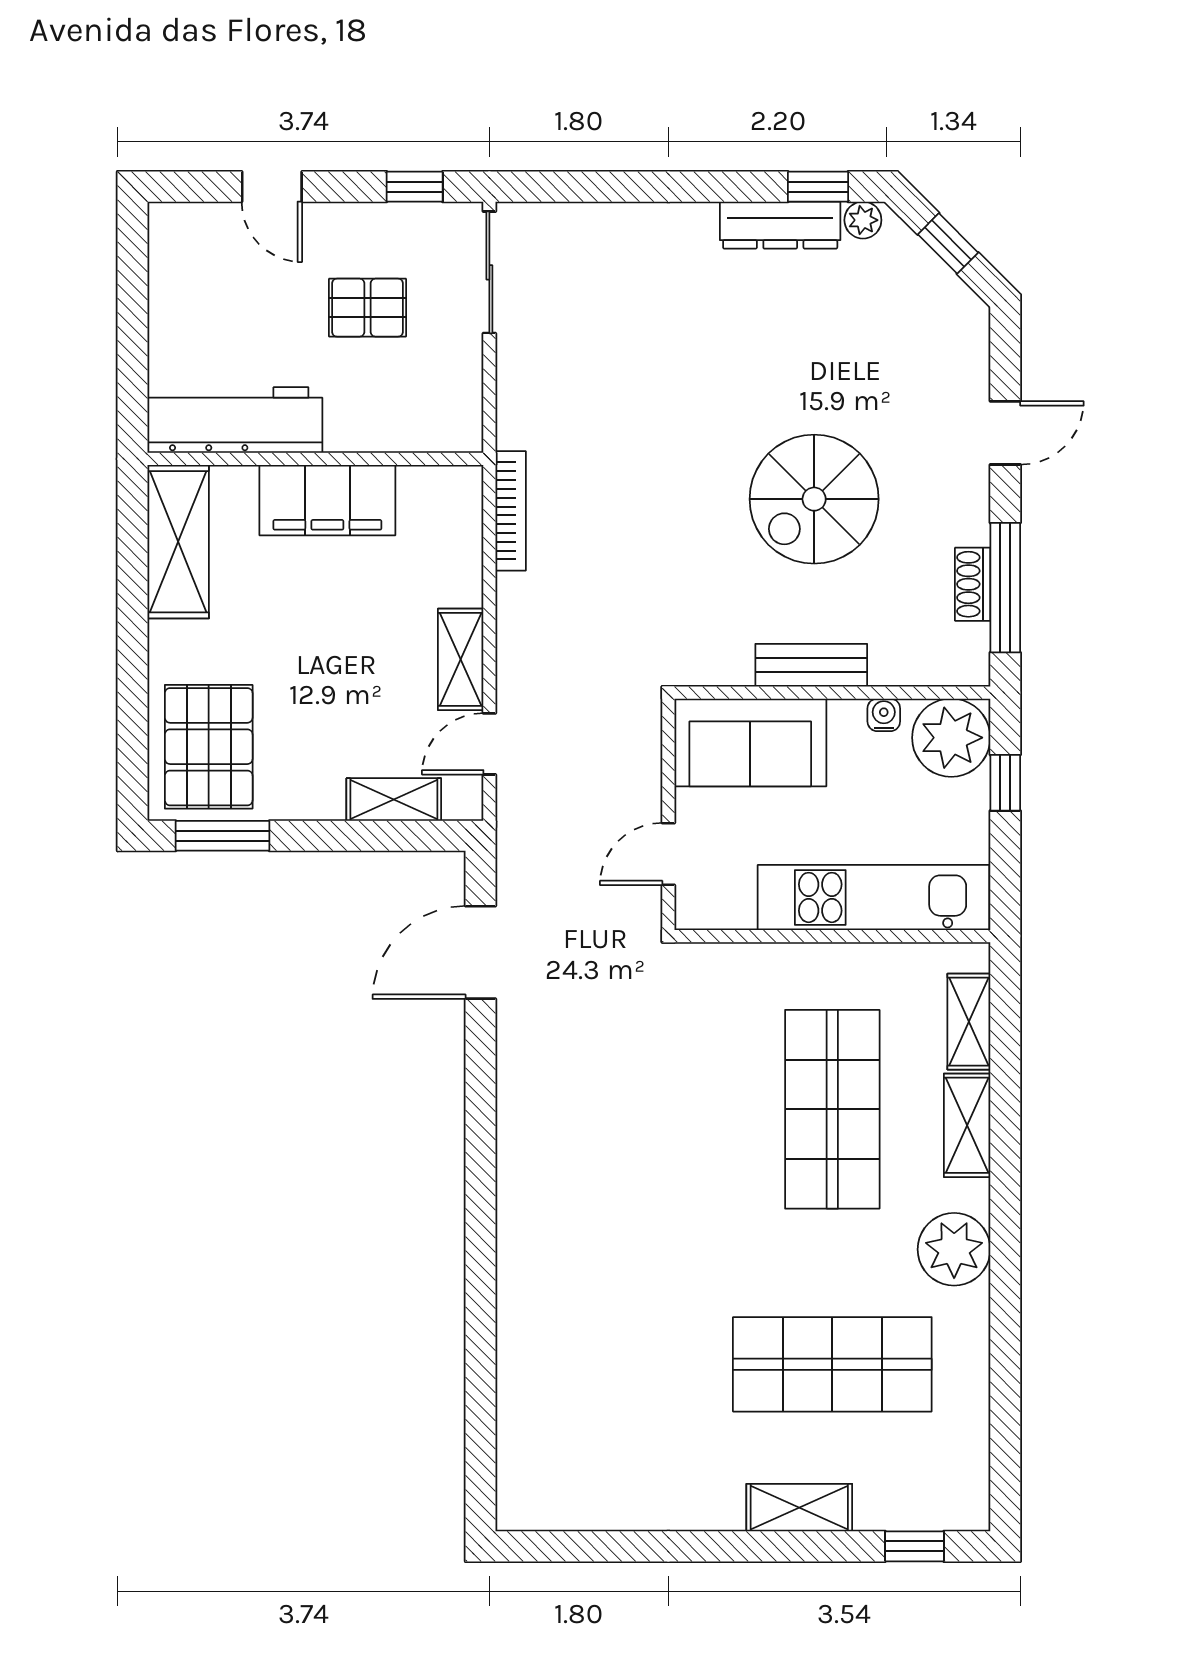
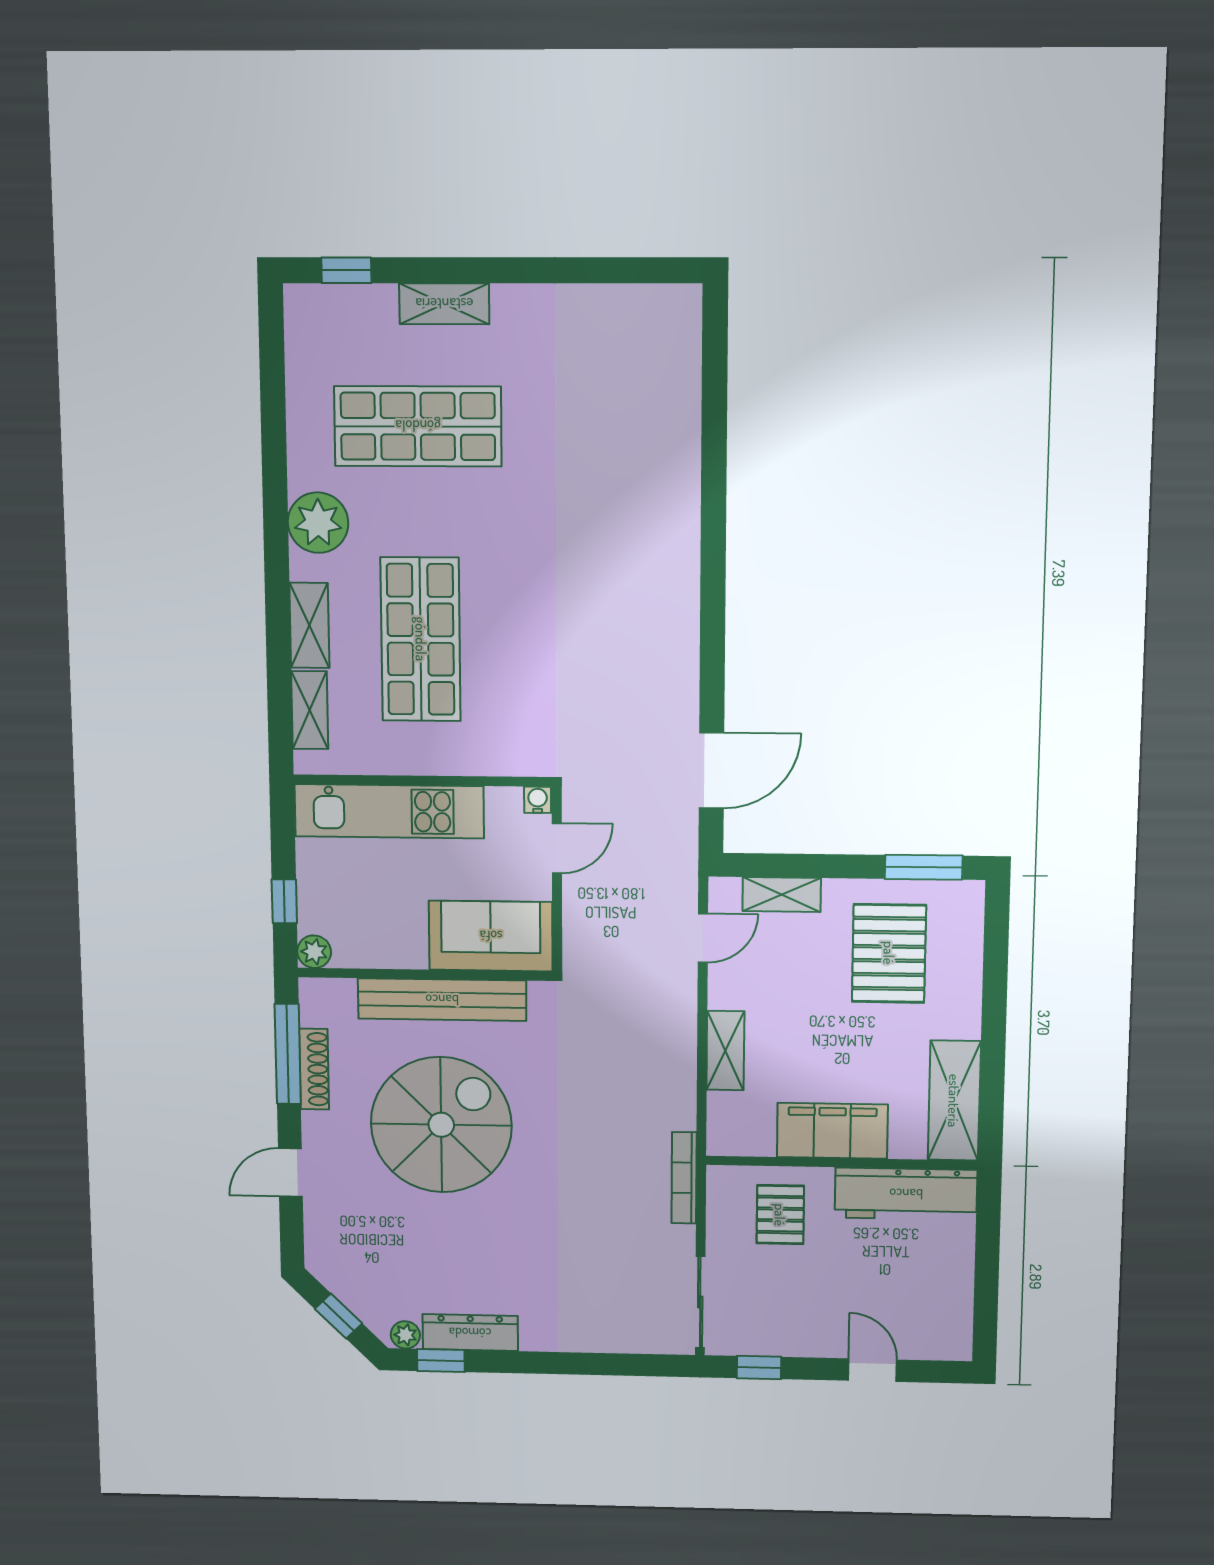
pallet: (367, 308) -> (780, 1215), moved, turned 90
spiral stairs: (814, 499) -> (441, 1125), width x1.37, depth x1.37
bookcase: (511, 511) -> (684, 1178), moved
shoe rack: (973, 584) -> (314, 1069), width x1.43
shelving: (461, 659) -> (725, 1051), moved
bench: (811, 665) -> (442, 1000), width x1.86, depth x1.21
water cooler: (884, 715) -> (538, 800), moved, turned 180
plant: (951, 738) -> (314, 952), width x0.53, depth x0.53
pallet: (209, 747) -> (889, 953), moved

